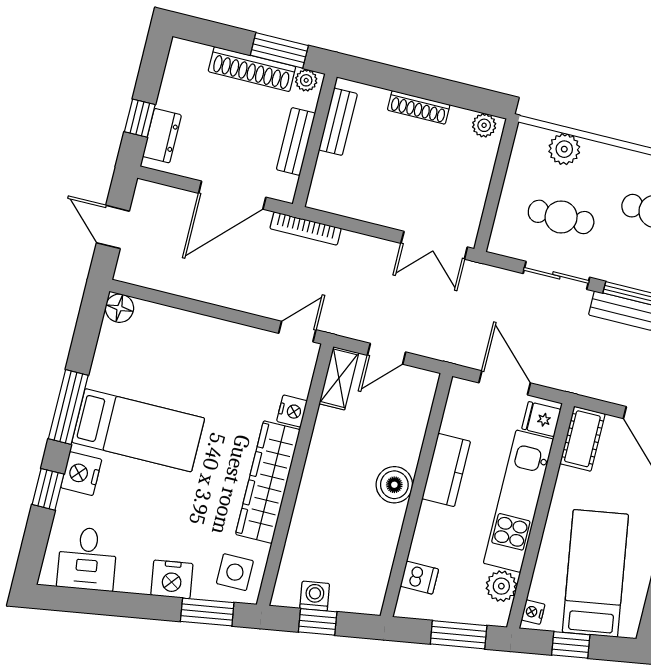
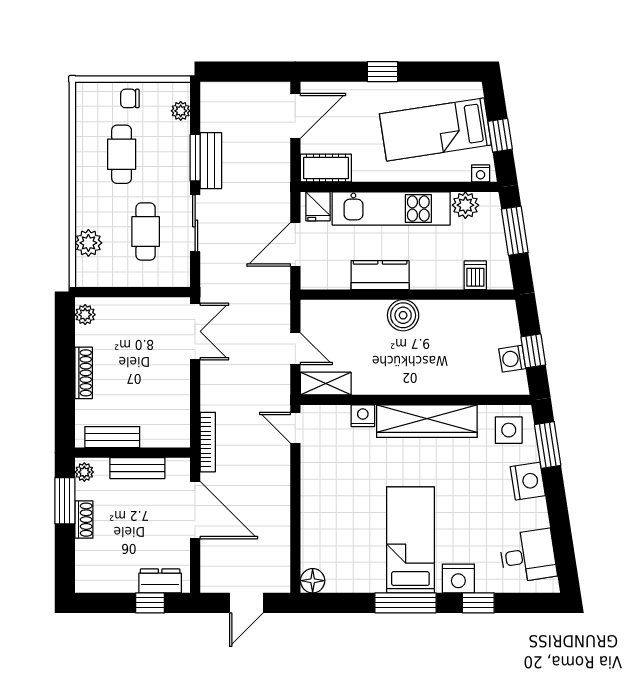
shoe rack: (252, 69) -> (84, 520), width x0.51, depth x0.81

